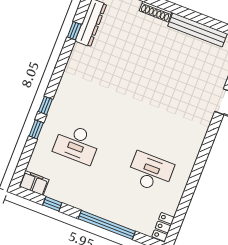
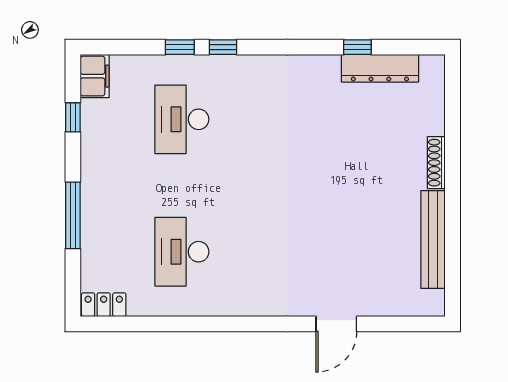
desk: (150, 172) -> (182, 252), turned 180
window: (107, 225) -> (73, 215), width x0.68

